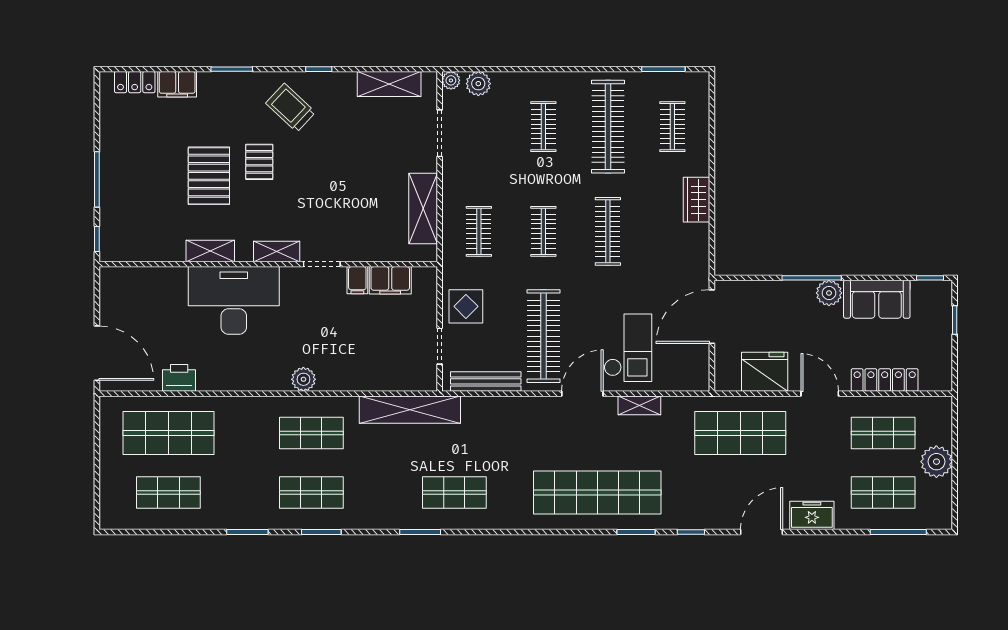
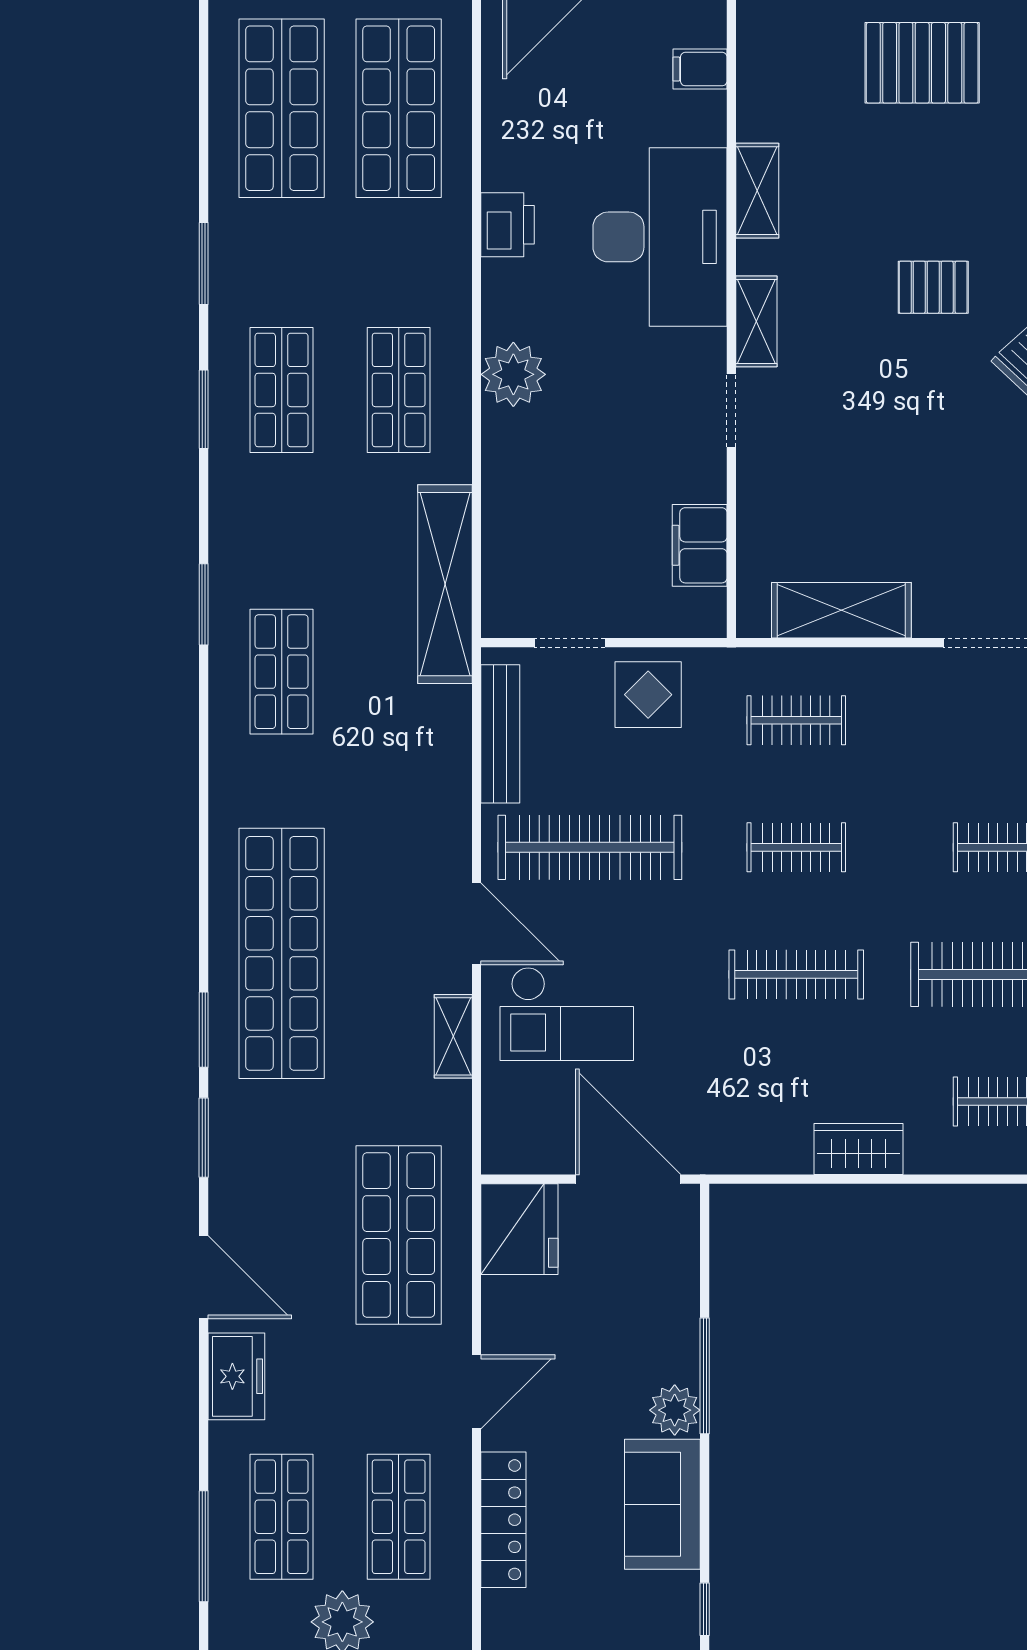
pallet: (209, 176) -> (922, 63), moved
filing cabinet: (357, 280) -> (700, 69), moved
fridge: (765, 372) -> (519, 1229), moved
printer: (179, 378) -> (508, 225), moved
plant: (303, 379) -> (513, 374), width x1.36, depth x1.36
shop shelf: (168, 492) -> (282, 108), width x1.43, depth x1.36
window: (691, 532) -> (204, 1138), width x1.50

